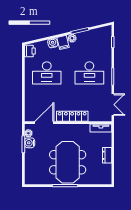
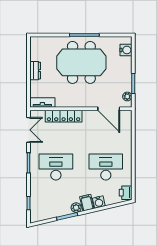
double door: (113, 105) -> (28, 130), swing flipped
locker: (72, 116) -> (64, 116), moved
door: (44, 123) -> (109, 109), hinge flipped
water cooler: (30, 143) -> (126, 50), moved
meeting table: (68, 162) -> (81, 62), turned 90

